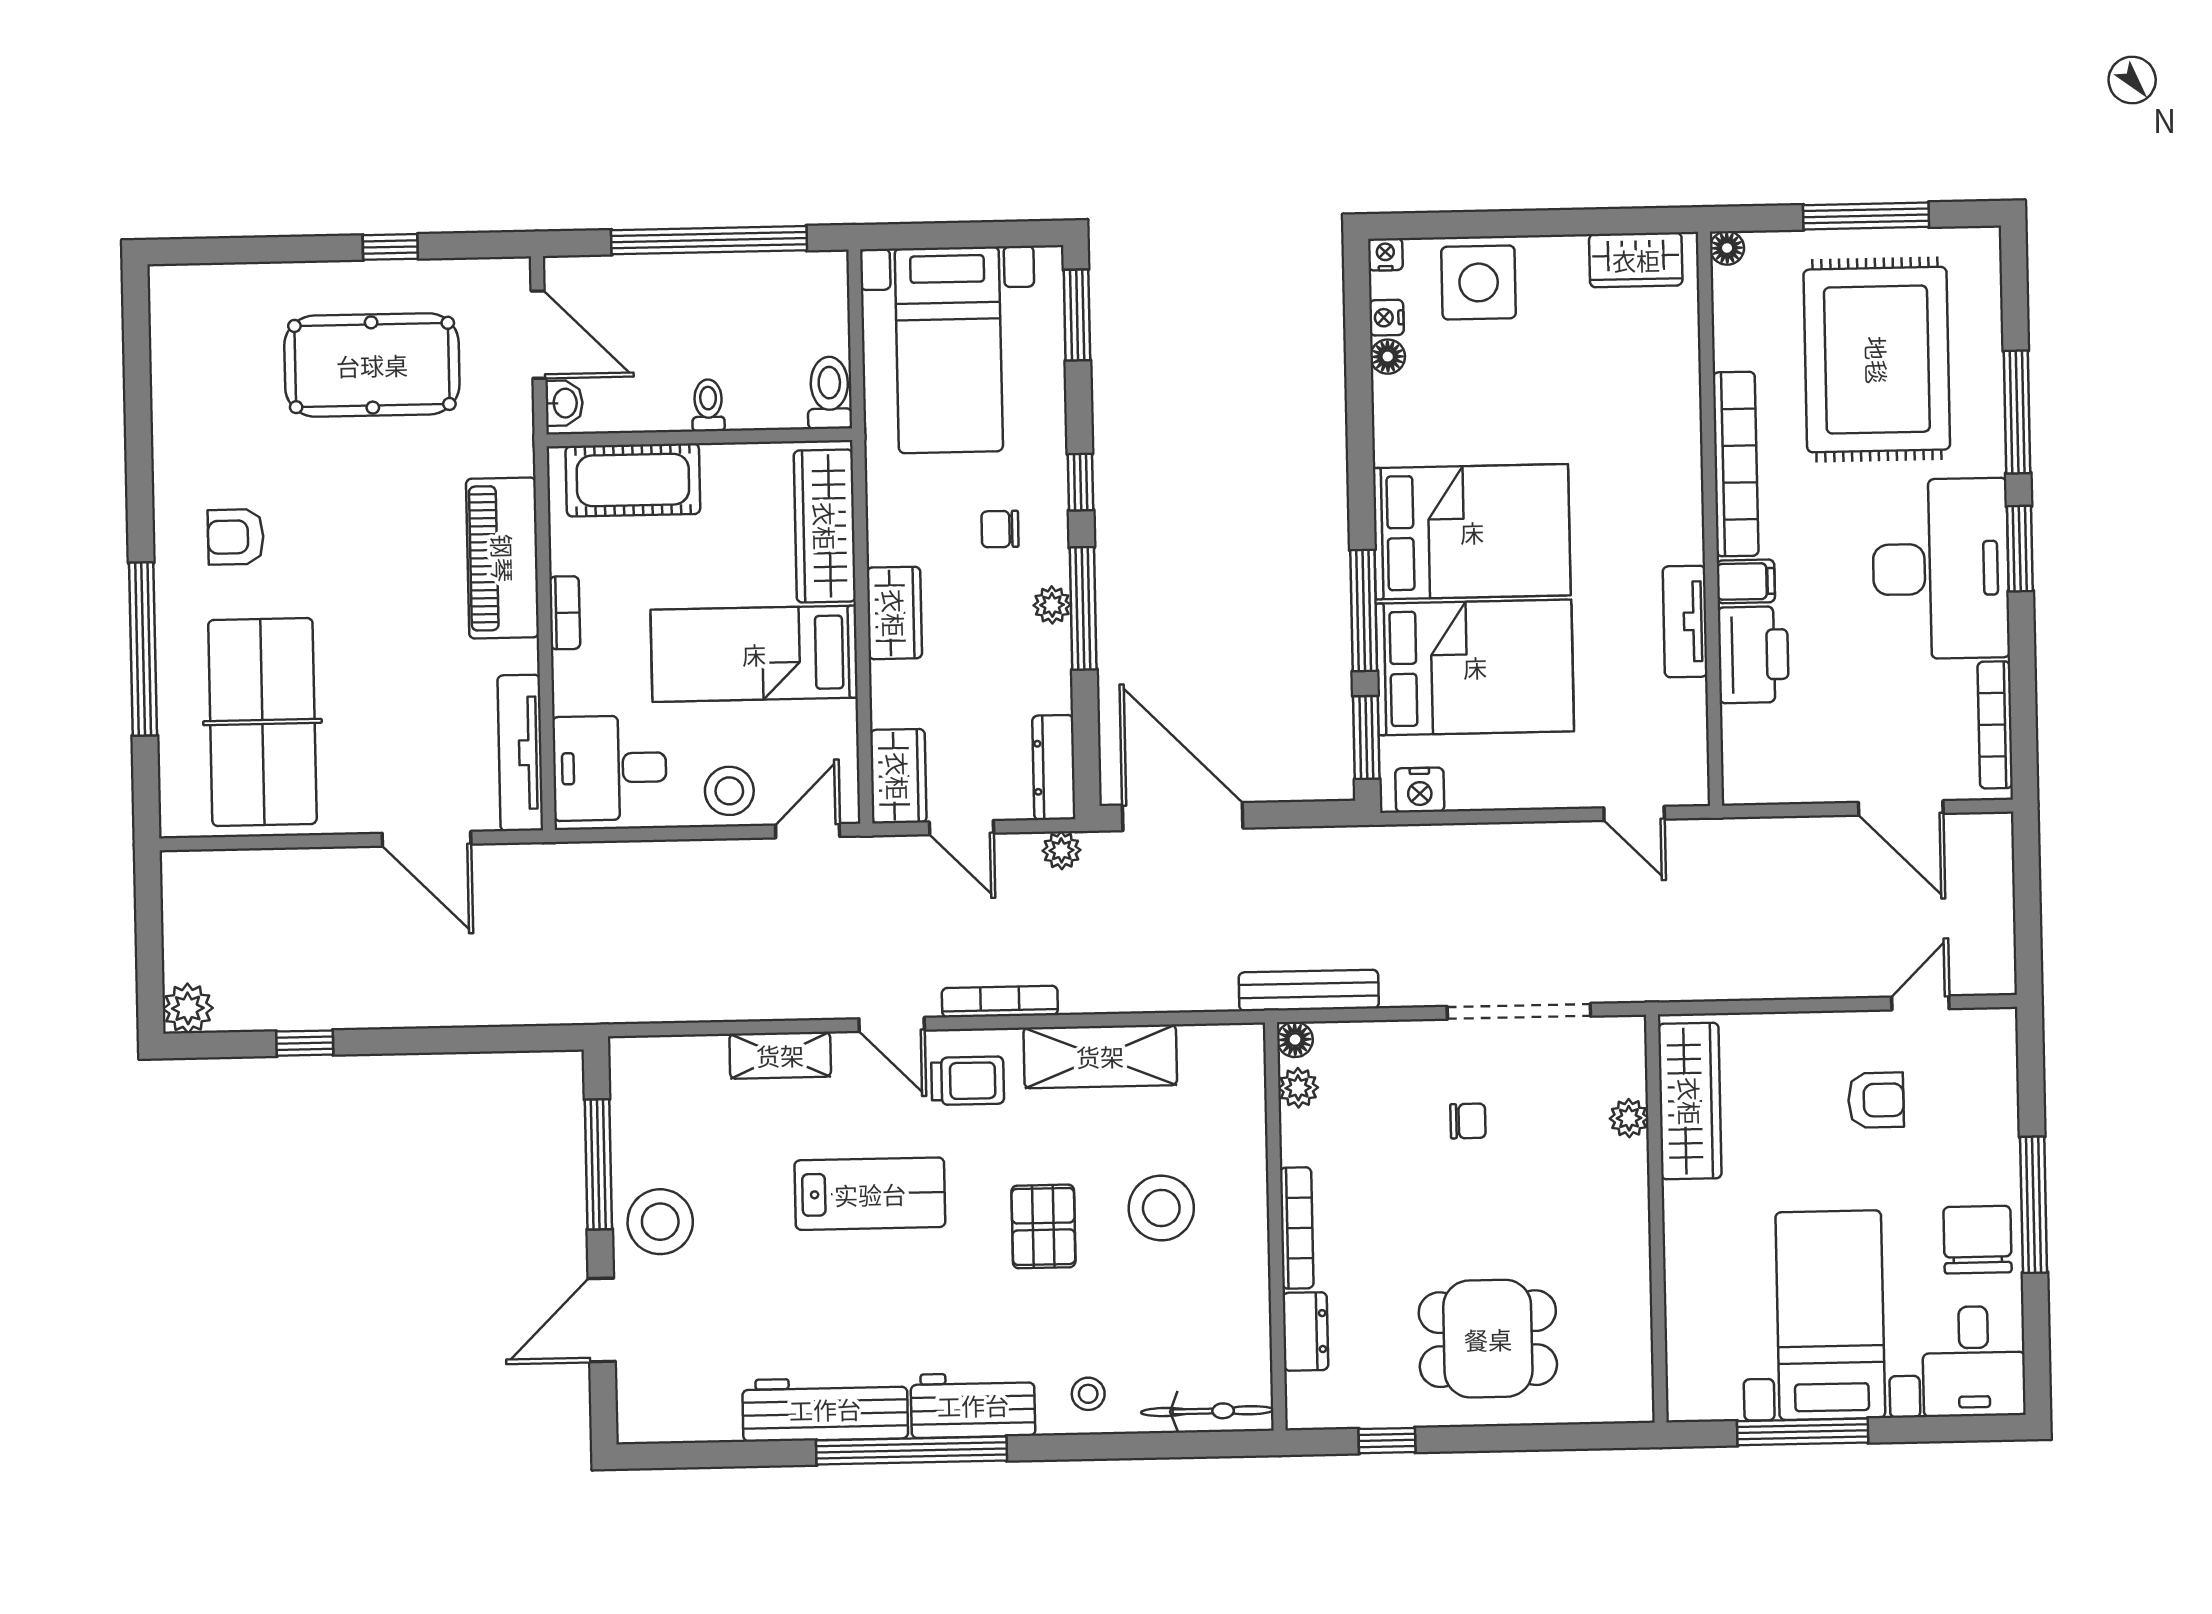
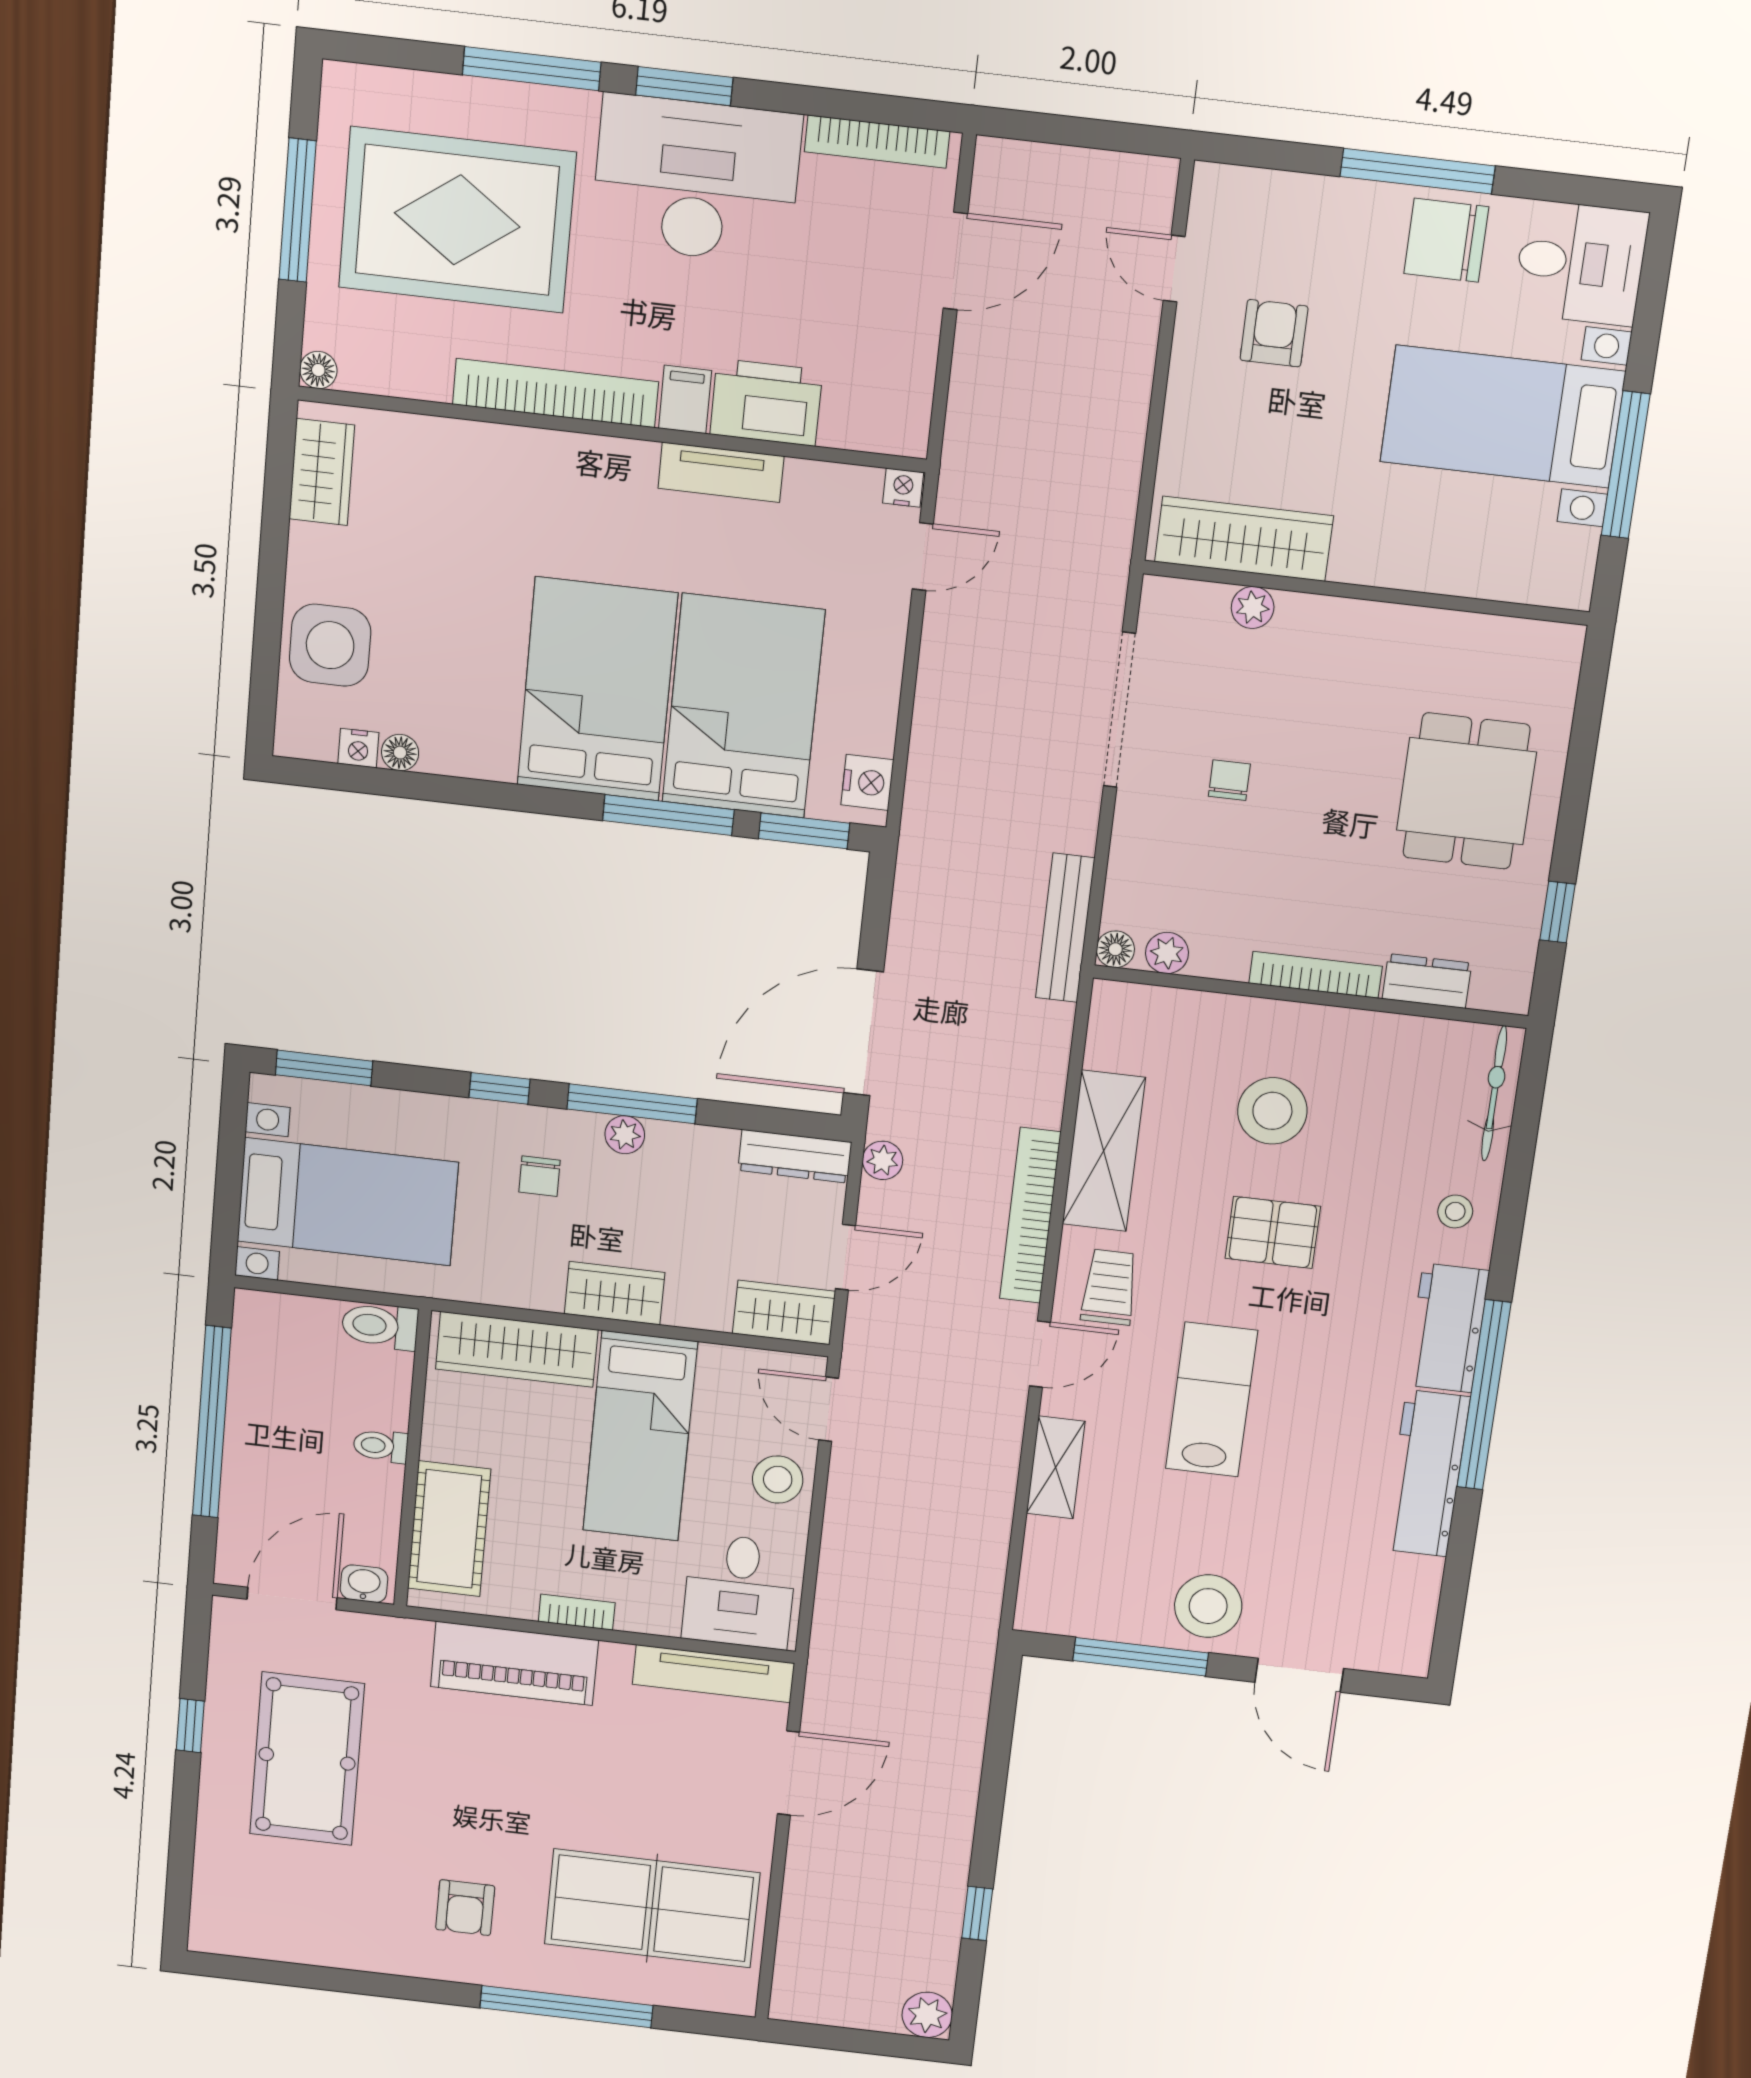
nightstand: (1385, 254) -> (903, 488), moved, turned 90
bookcase: (1000, 1002) -> (1030, 1215), width x1.48, depth x1.31

